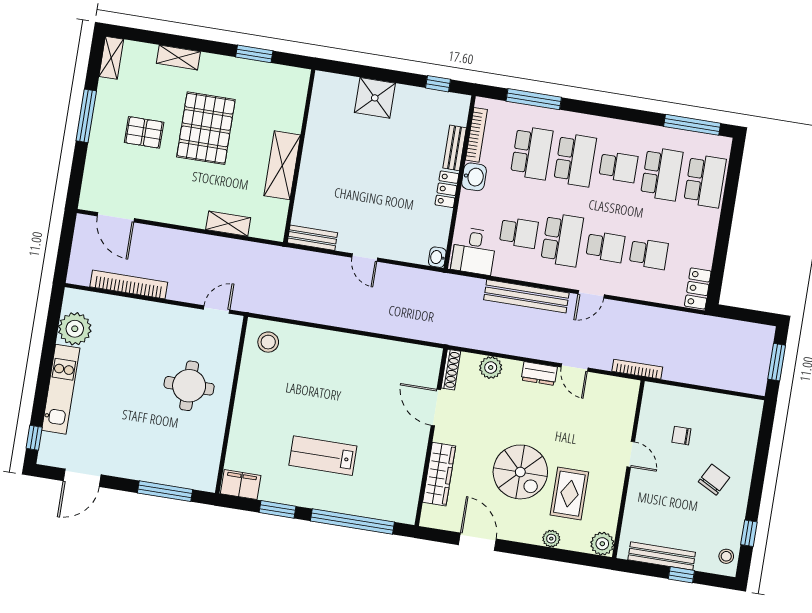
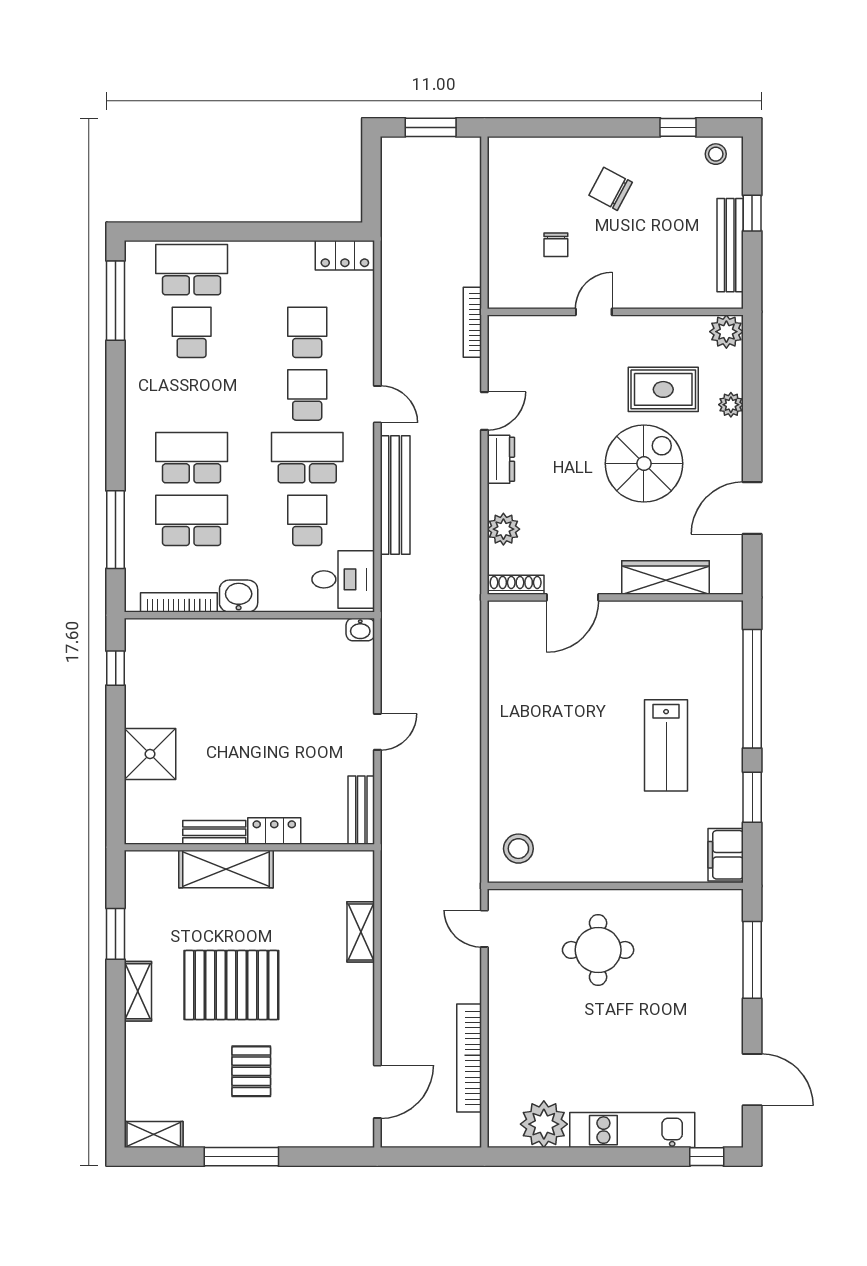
shelving: (178, 57) -> (138, 991), moved
bench: (455, 148) -> (214, 832), moved
shelving: (282, 165) -> (226, 869), moved
school desk: (618, 167) -> (192, 395), removed
school desk: (662, 174) -> (192, 332), width x0.54
locker: (447, 189) -> (274, 831), moved, turned 180

